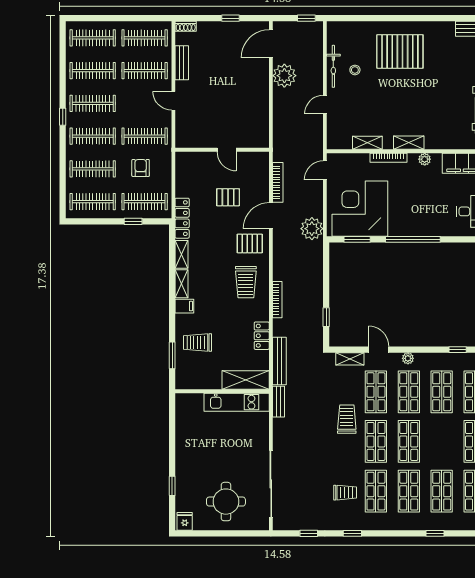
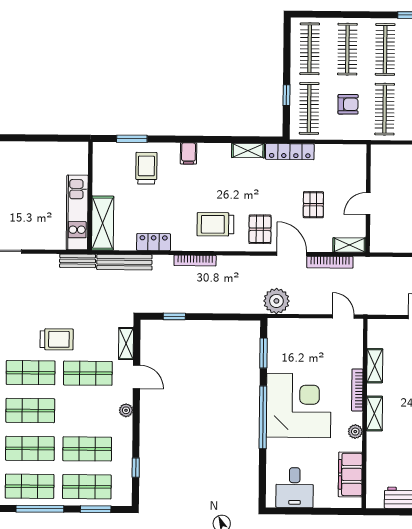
corner desk: (360, 209) -> (299, 405), moved
shelving: (182, 284) -> (349, 245), moved
door: (379, 350) -> (136, 377), hinge flipped
shop shelf: (409, 392) -> (30, 448), moved

